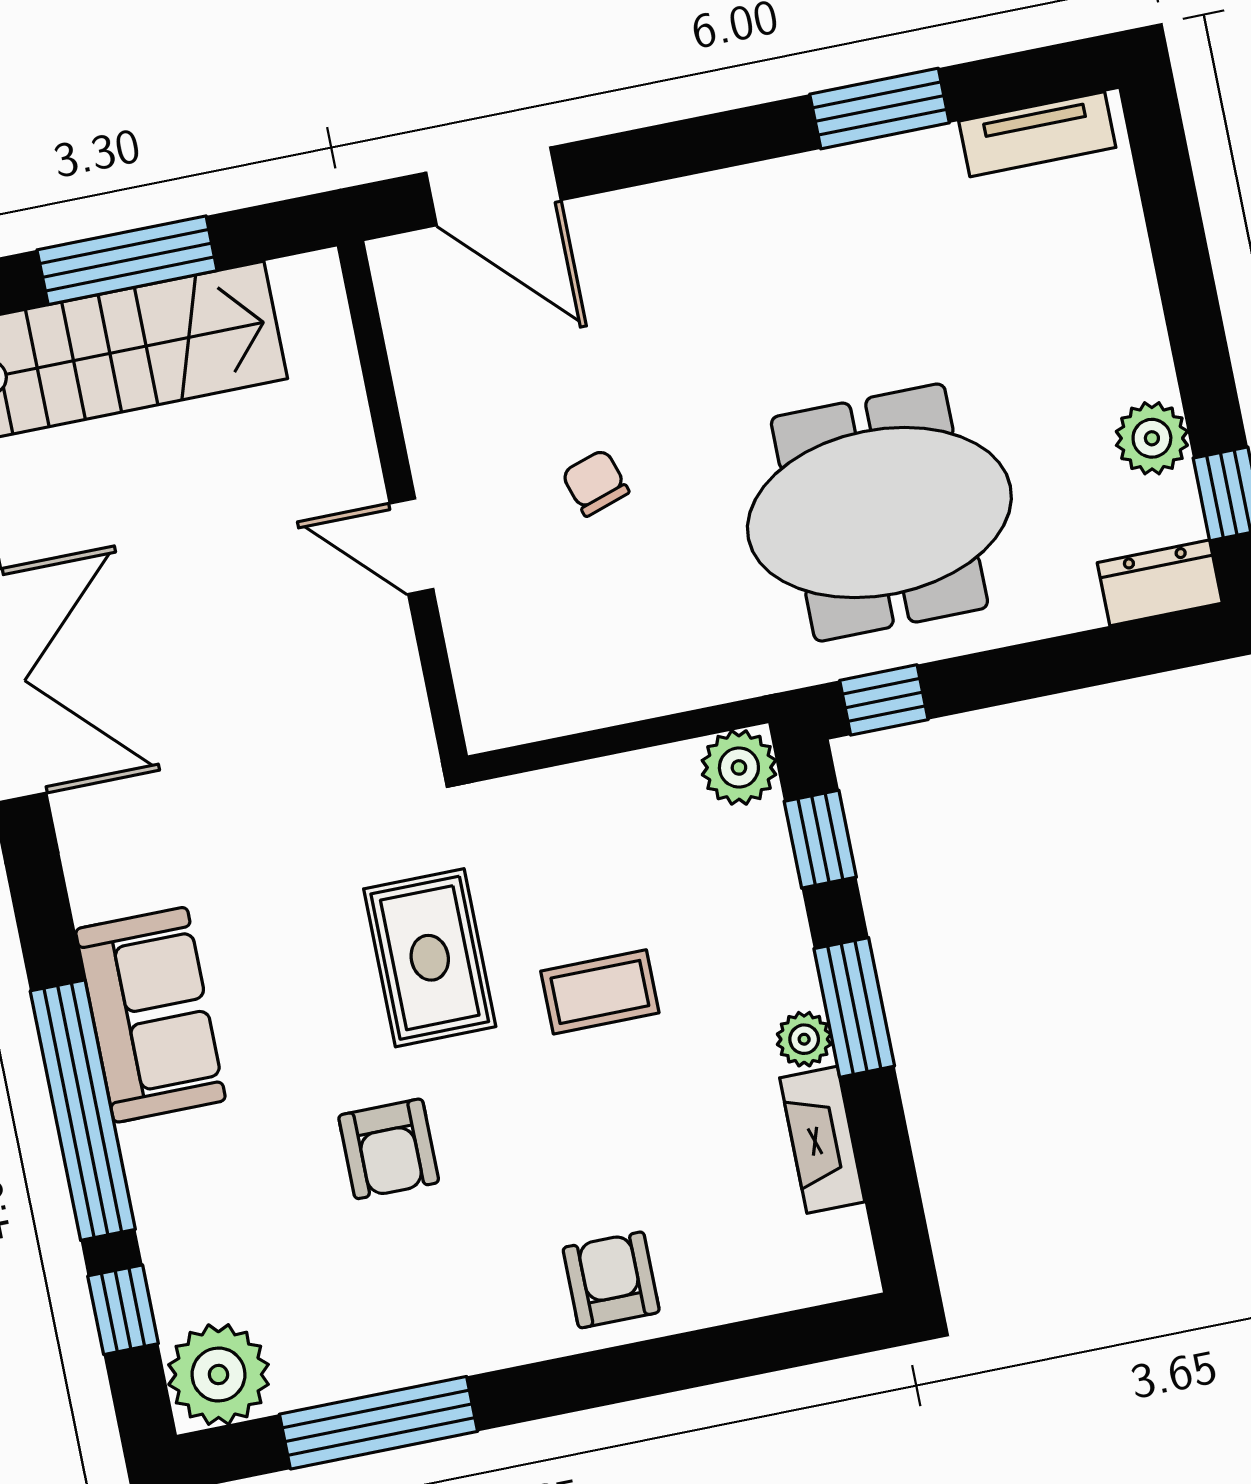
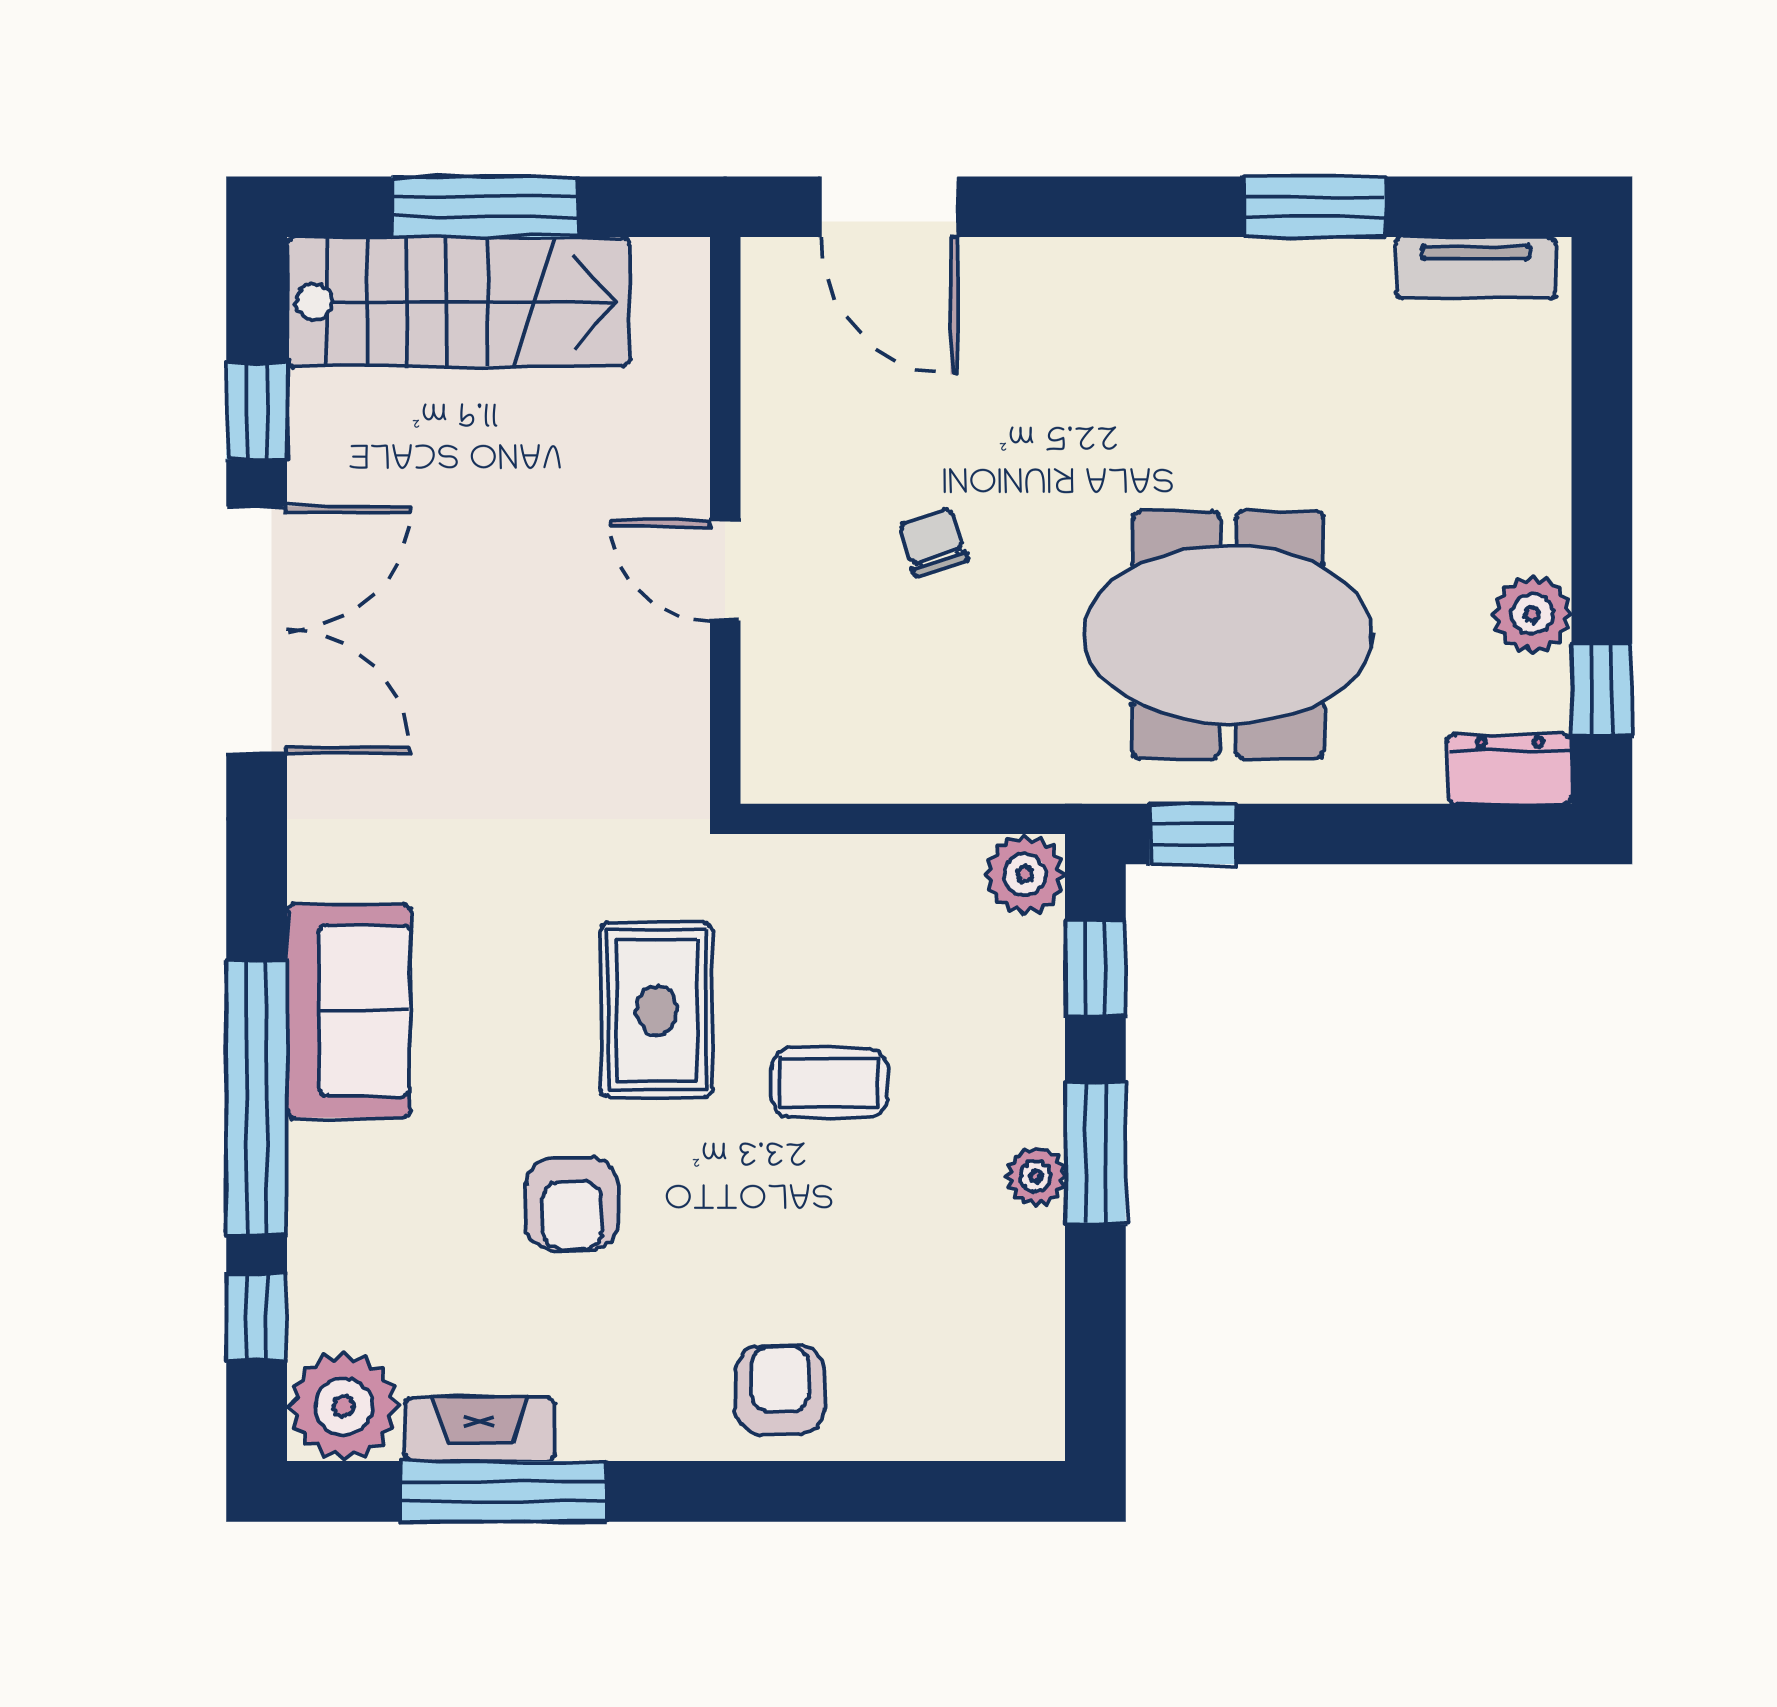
fireplace: (822, 1140) -> (480, 1429), moved, turned 90

